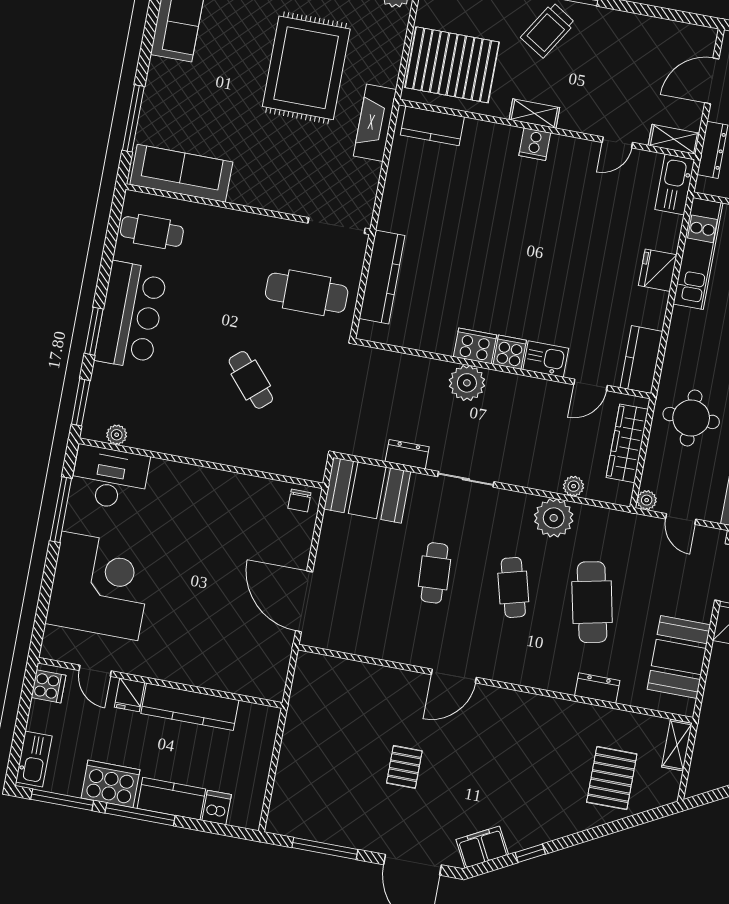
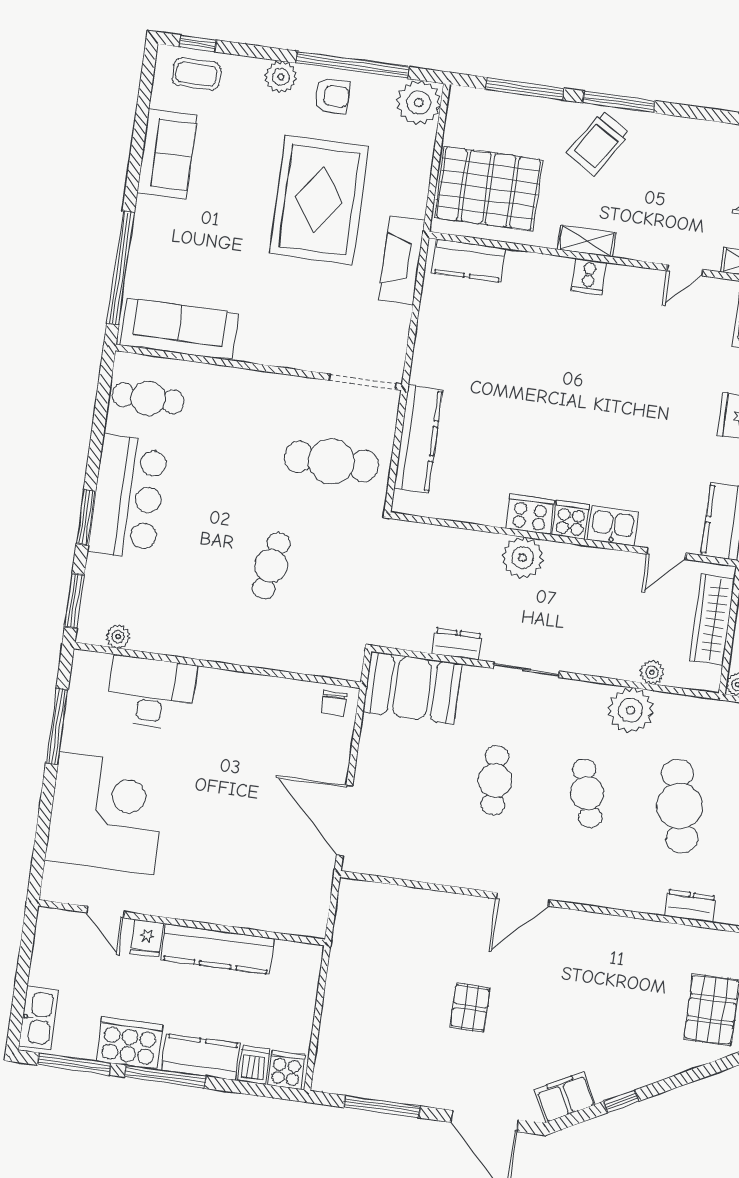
window: (133, 118) -> (121, 268), width x1.46
cafe table: (251, 380) -> (271, 566), turned 51
desk: (110, 478) -> (151, 693), moved
cooker: (48, 686) -> (286, 1070), moved, turned -90

